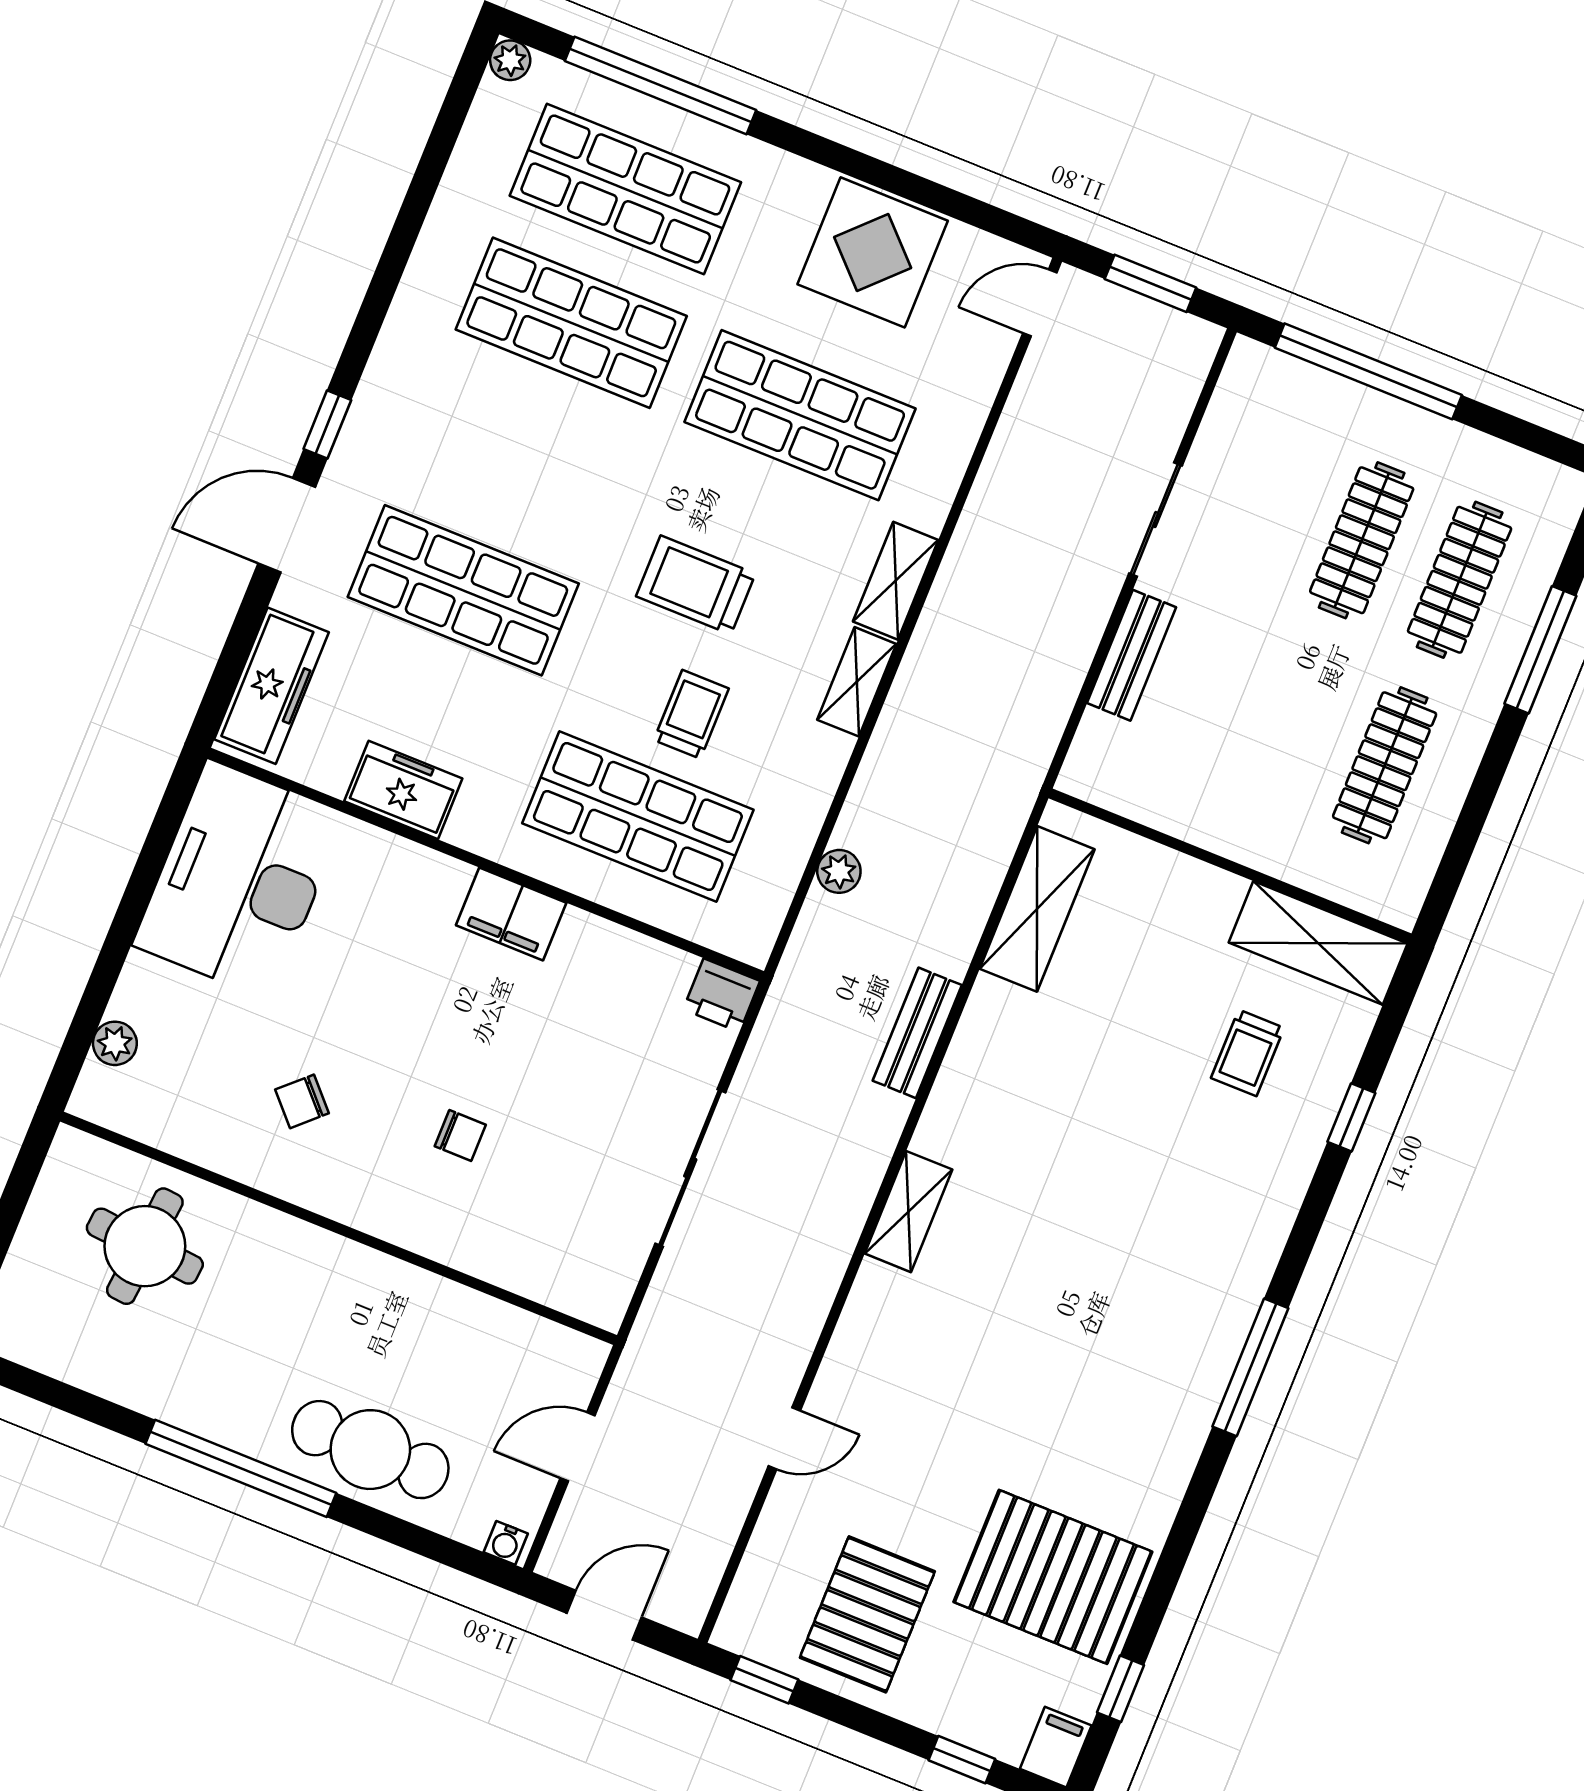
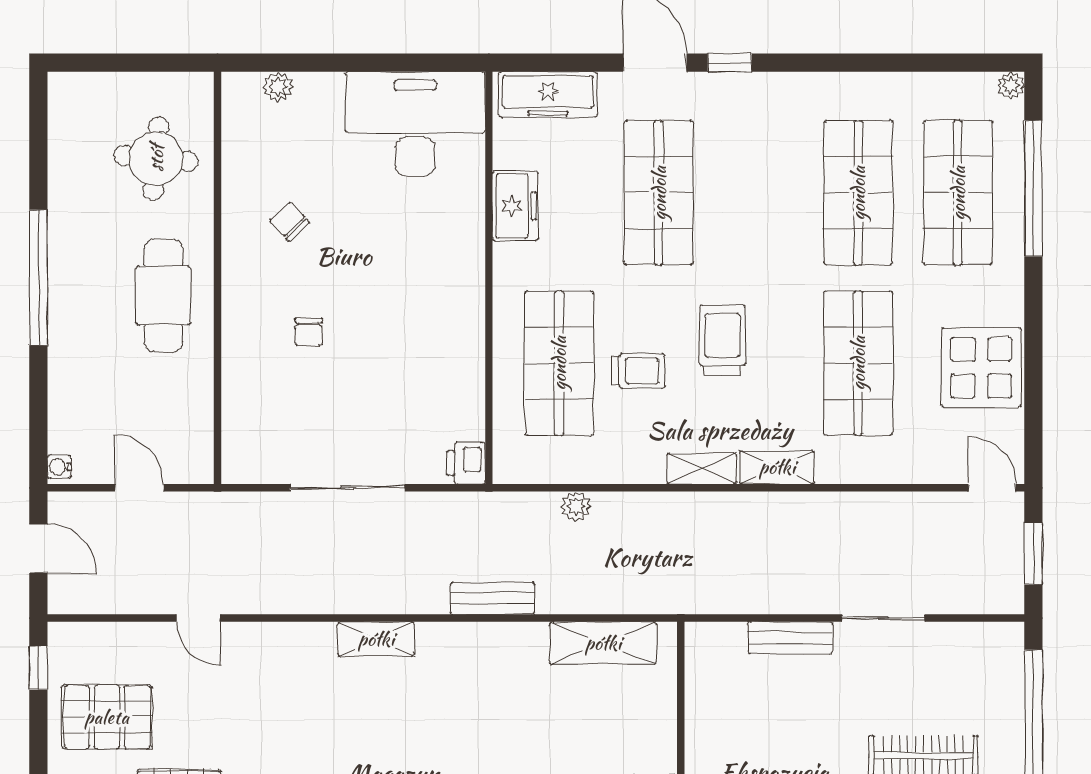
filing cabinet: (511, 914) -> (464, 307), removed
cafe table: (370, 1450) -> (163, 296), moved

